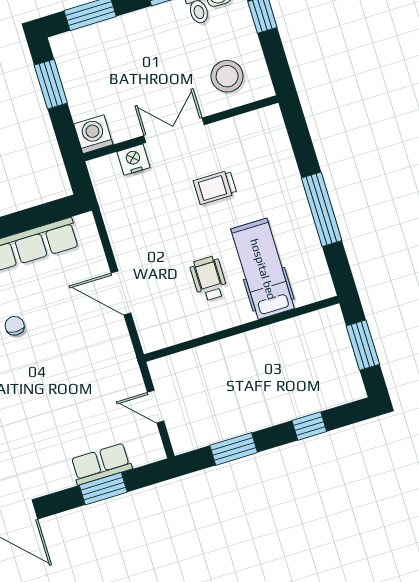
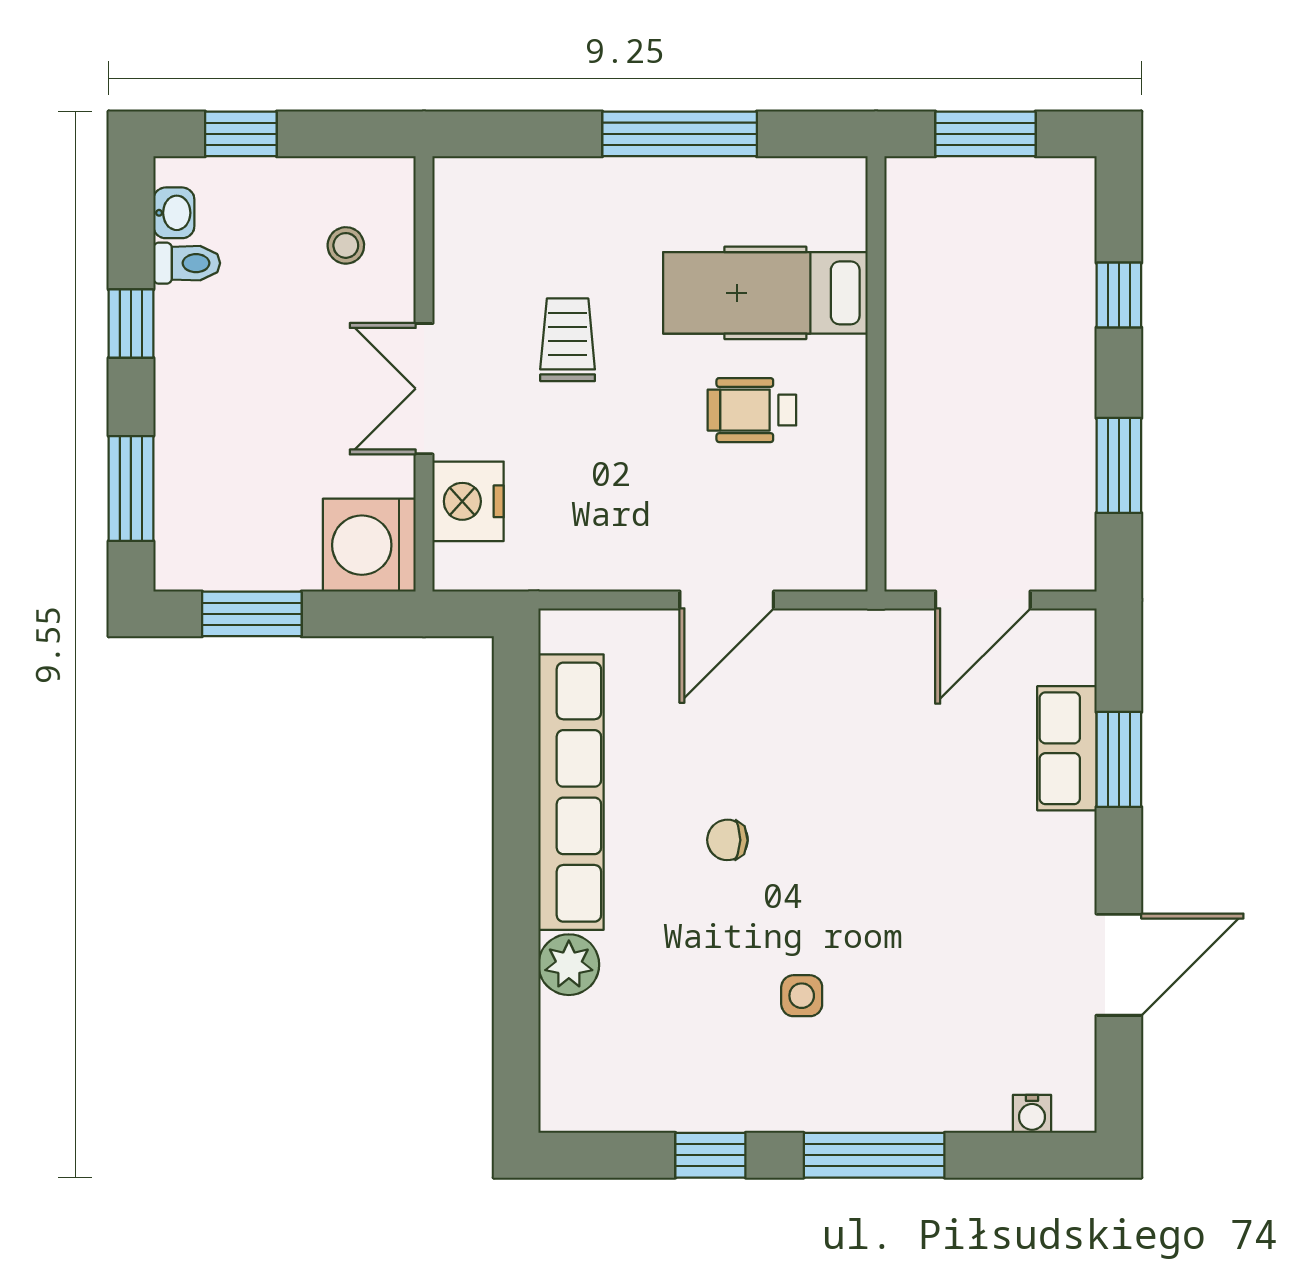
stool: (227, 76) -> (346, 245), width x0.53, depth x0.53
washing machine: (93, 134) -> (369, 545), width x1.37, depth x1.37
nightstand: (133, 160) -> (468, 501), width x1.36, depth x1.33
trolley: (215, 187) -> (568, 340), turned 180
door: (156, 407) -> (983, 600), width x1.38

